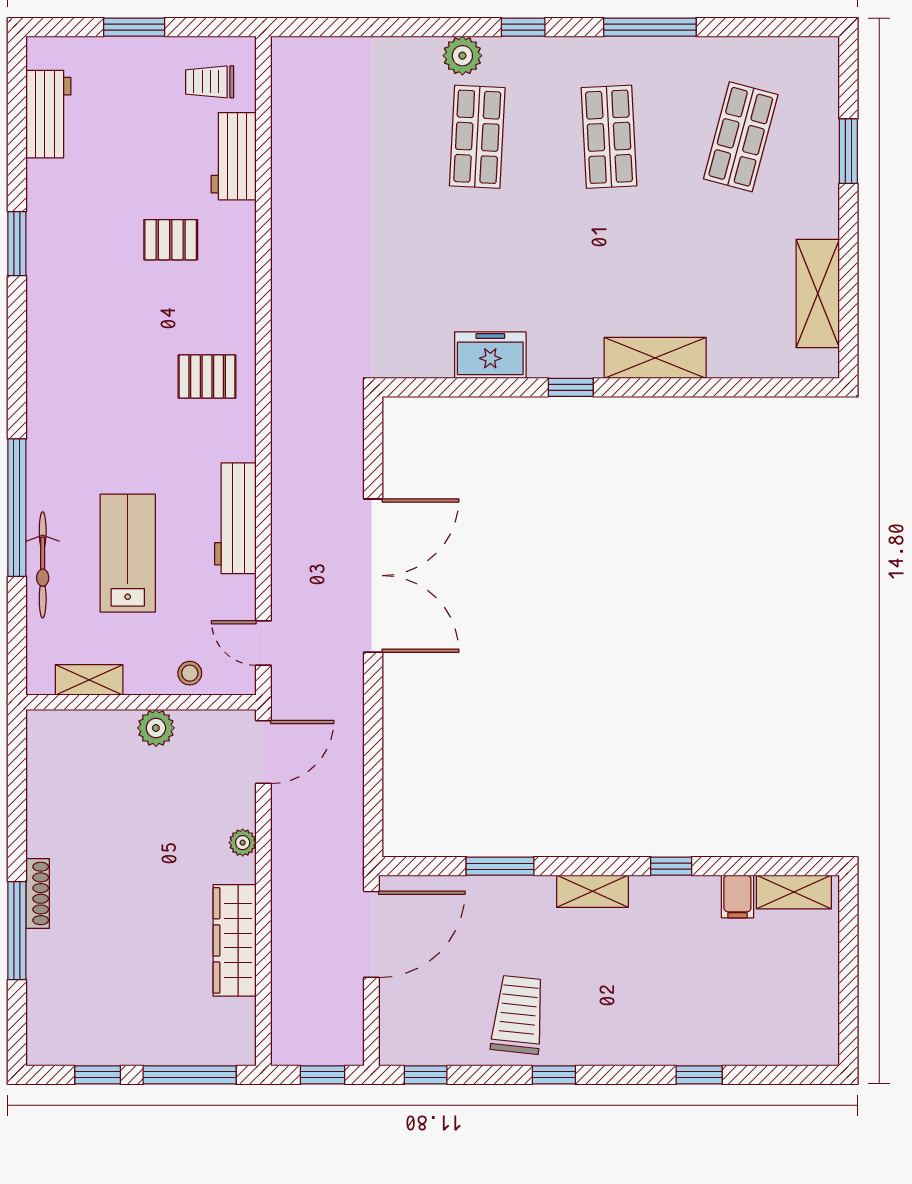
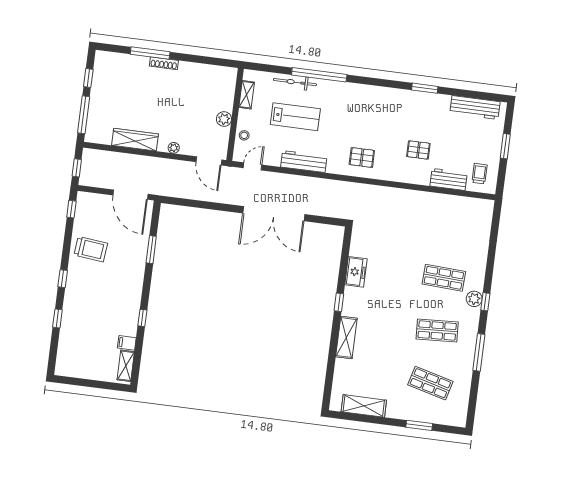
plant: (462, 56) -> (474, 299), moved
workbench: (48, 114) -> (475, 107), width x1.38
pallet: (171, 240) -> (418, 150), turned 90
pallet: (207, 377) -> (362, 157), turned 90
shelving: (592, 891) -> (136, 285), removed
window: (554, 1075) -> (63, 279), moved

